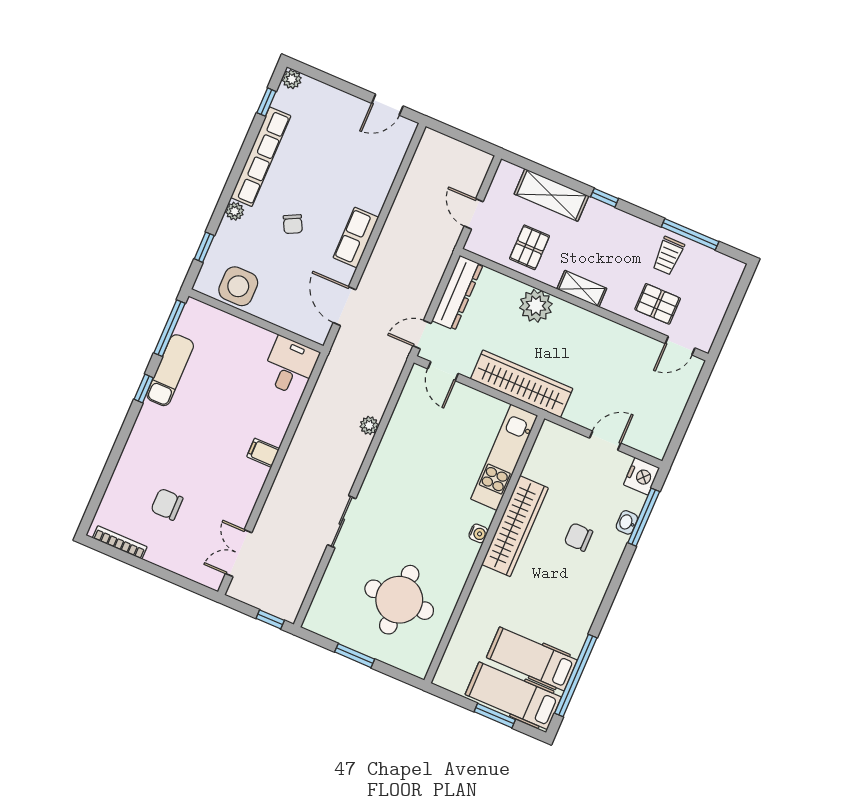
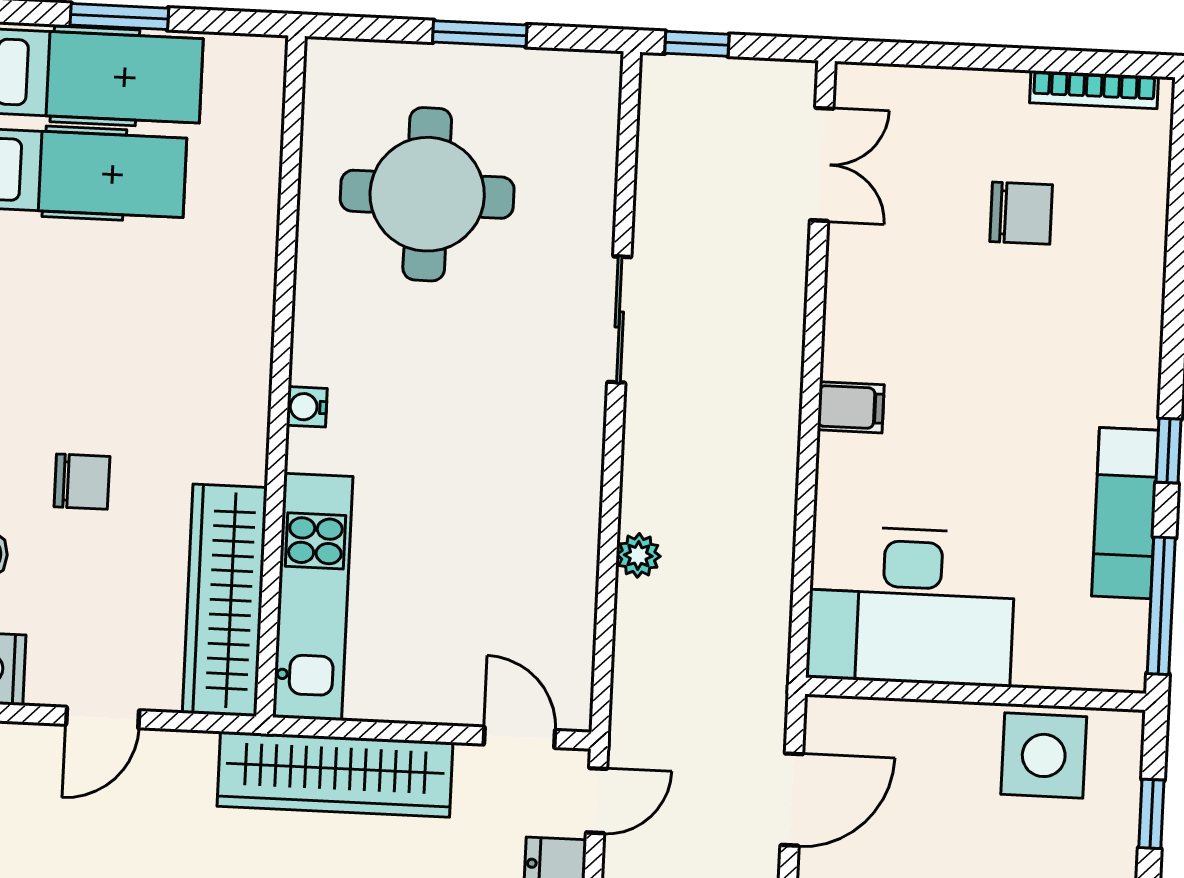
door: (345, 306) -> (792, 800), hinge flipped
desk: (290, 366) -> (911, 606), width x1.87, depth x1.30
wardrobe: (515, 526) -> (225, 600), moved

